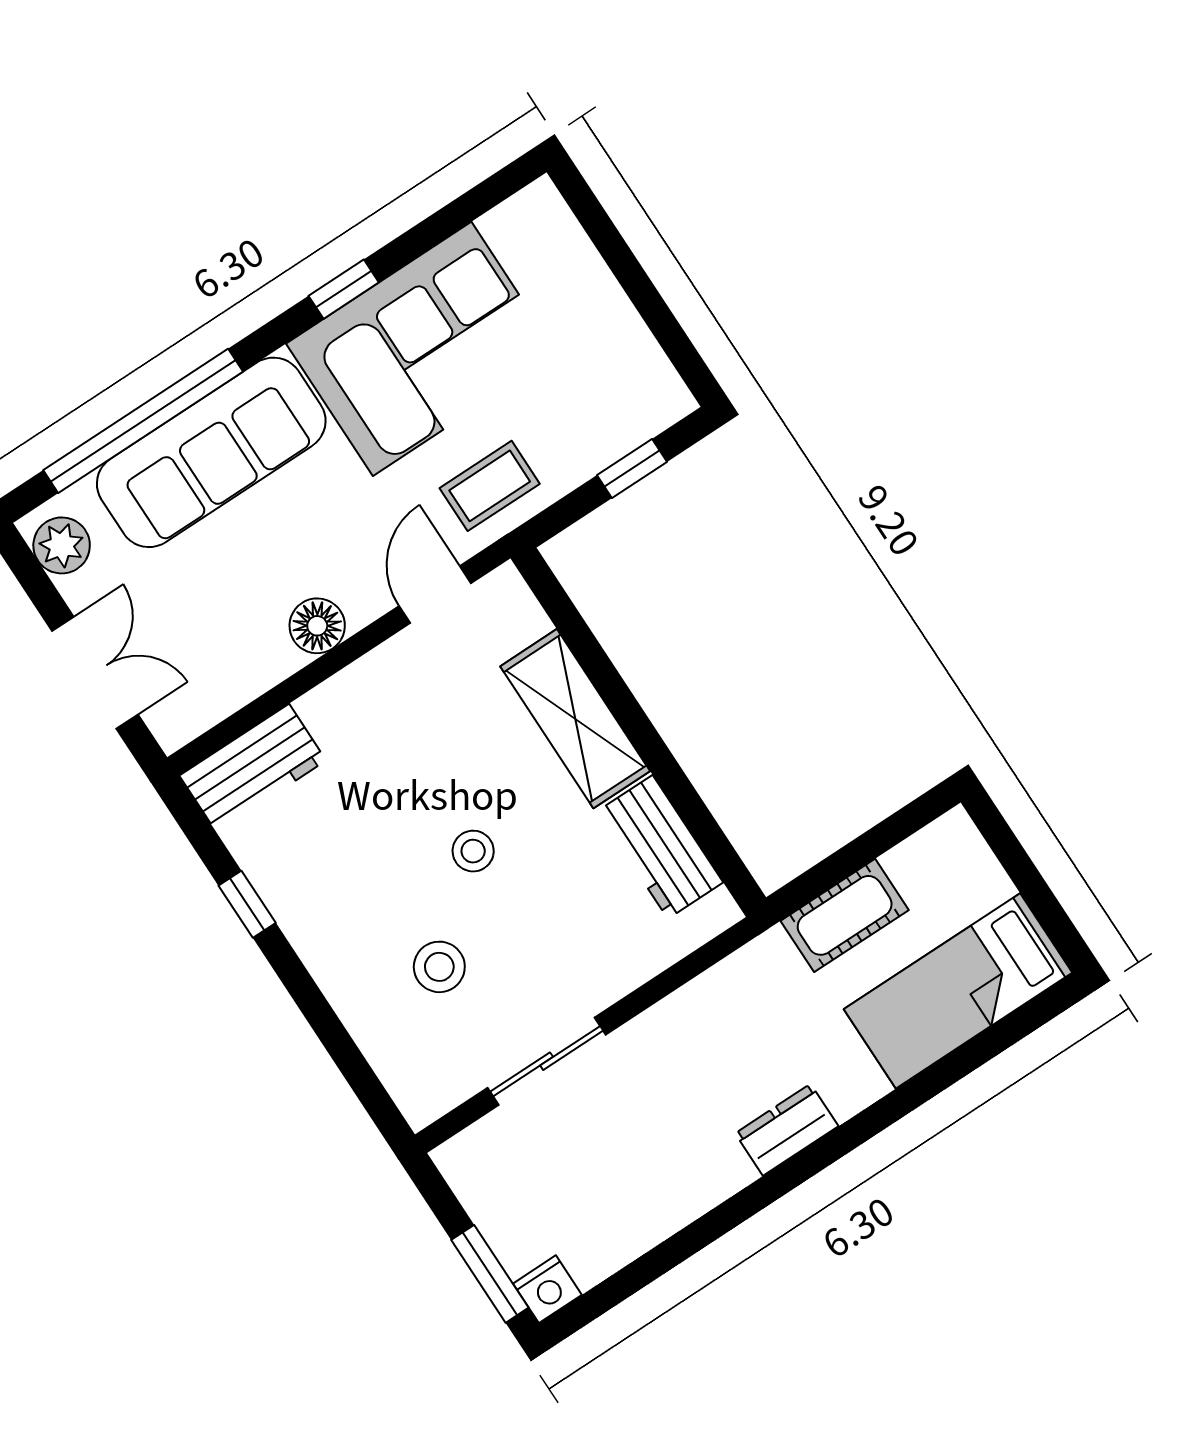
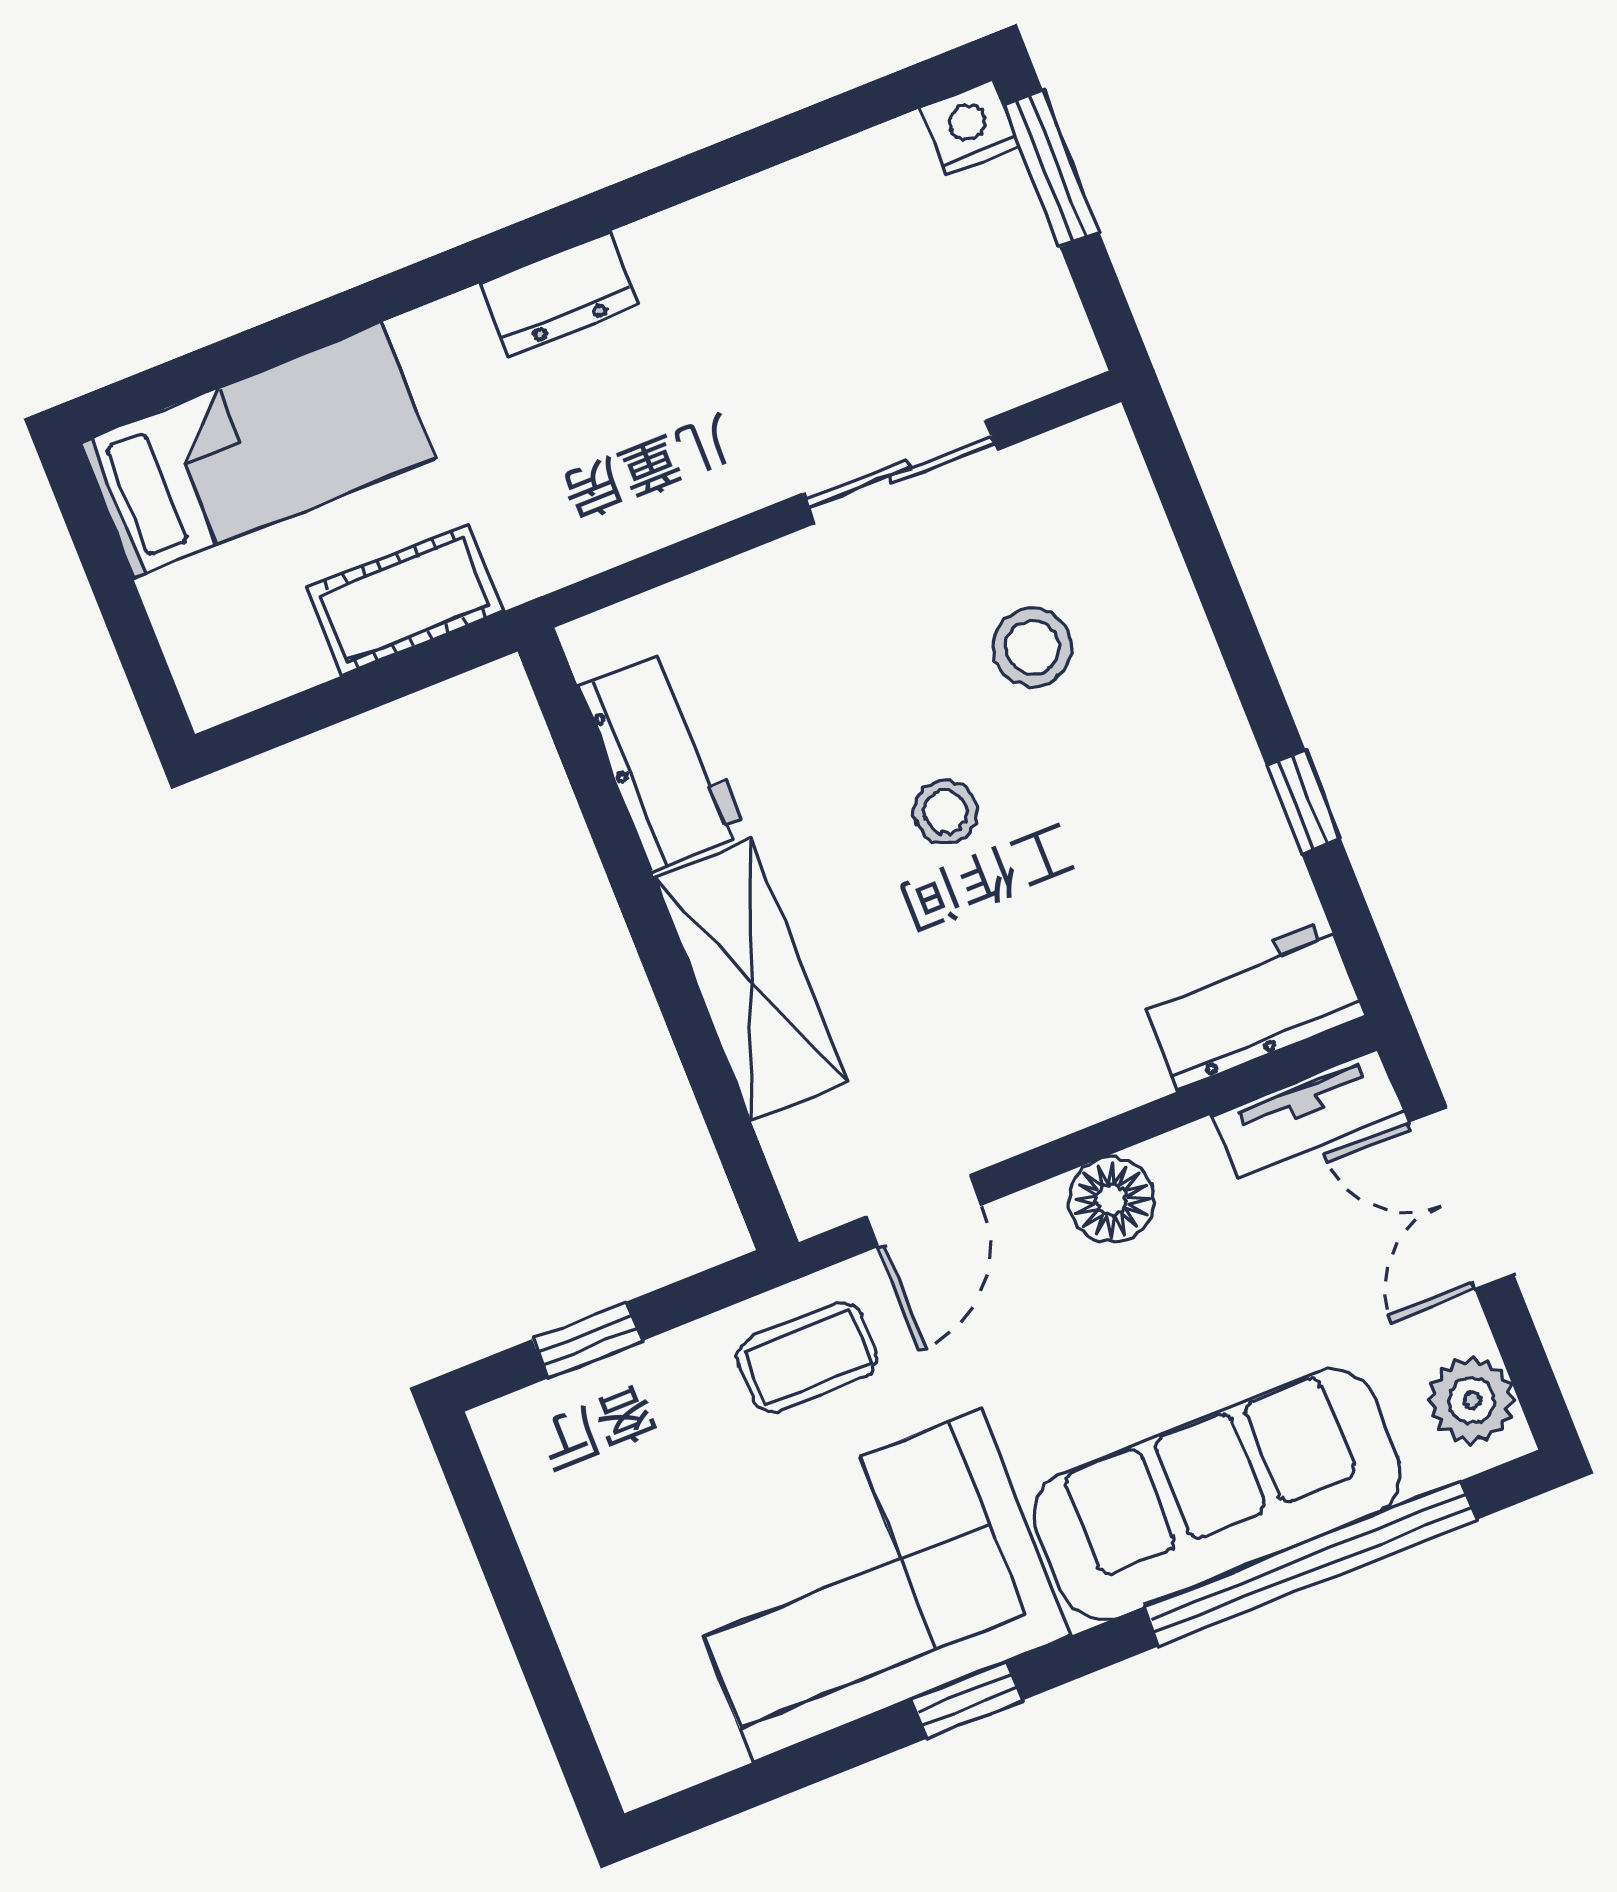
tv unit: (204, 707) -> (1308, 1113), added

